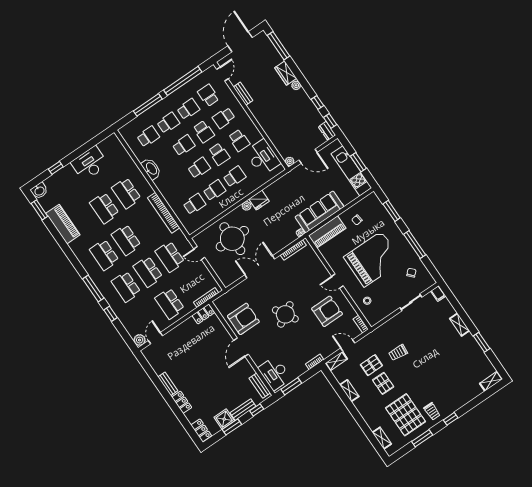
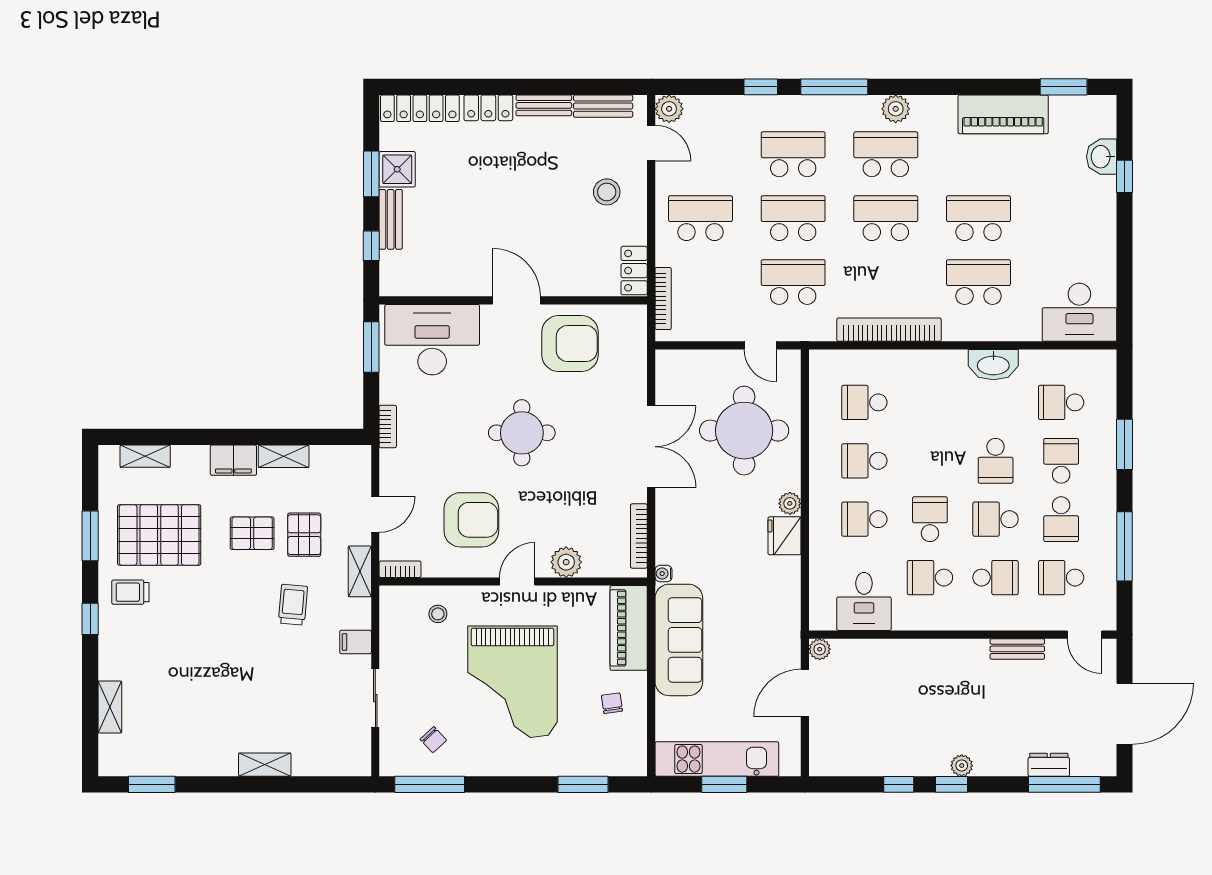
door: (240, 42) -> (1125, 714), hinge flipped
wardrobe: (286, 73) -> (1000, 762), removed
window: (183, 81) -> (1125, 546), width x0.68
school desk: (208, 95) -> (1061, 578), turned 180
window: (148, 105) -> (1125, 444), width x0.69
school desk: (224, 118) -> (996, 578), turned 90
window: (330, 121) -> (952, 784), moved
school desk: (168, 123) -> (1061, 461), turned 180
dresser: (327, 131) -> (1049, 765), moved
school desk: (148, 137) -> (1061, 402), turned 90
school desk: (219, 154) -> (930, 519), turned 90
desk: (263, 157) -> (864, 601), width x0.73
desk: (90, 163) -> (1079, 312), moved, turned 90
school desk: (199, 168) -> (930, 461), removed
school desk: (234, 177) -> (864, 519), turned 90
school desk: (214, 190) -> (864, 461), turned 90
washbasin: (39, 191) -> (1102, 157), moved
school desk: (194, 204) -> (864, 402), turned 90
window: (415, 244) -> (430, 784), moved
door: (199, 253) -> (760, 345), swing flipped
plant: (86, 262) -> (896, 109), added
plant: (319, 269) -> (566, 562), added
filing cabinet: (438, 294) -> (356, 642), moved
armchair: (327, 311) -> (471, 520), turned -90
round table: (285, 314) -> (522, 433), turned 31
armchair: (243, 319) -> (570, 343), turned -90
stool: (183, 342) -> (607, 192), added
window: (482, 342) -> (152, 784), moved
shelving: (336, 361) -> (360, 571), moved
desk: (275, 373) -> (432, 340), width x1.36, depth x1.30
shelving: (491, 381) -> (110, 707), moved
bench: (260, 386) -> (603, 106), moved
filing cabinet: (362, 407) -> (233, 460), added
locker: (201, 430) -> (420, 108), width x1.53

